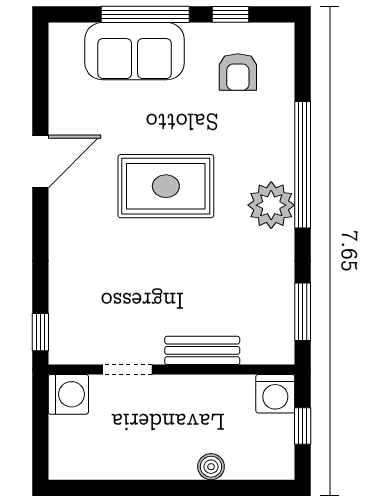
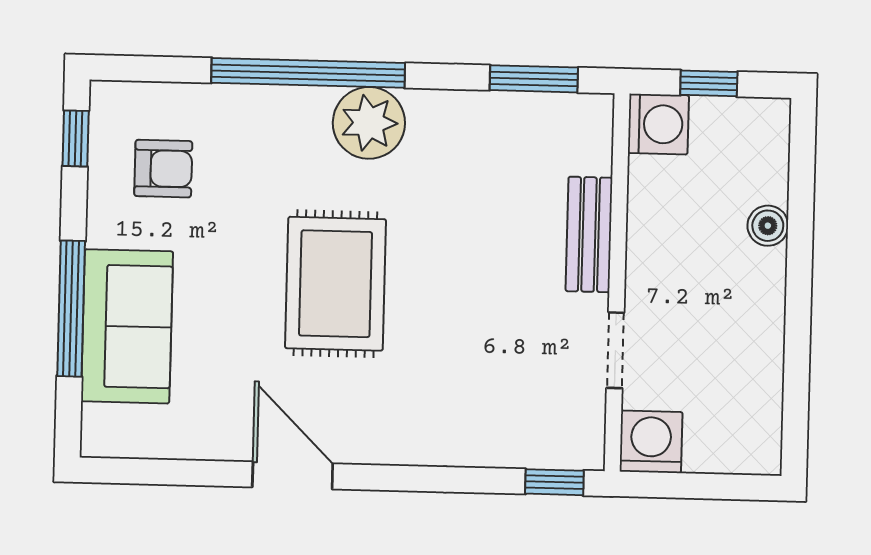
window: (230, 14) -> (76, 138), moved

